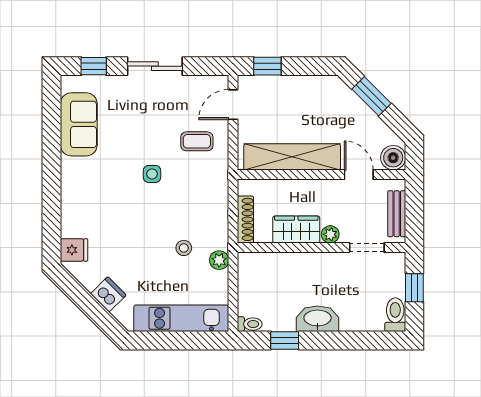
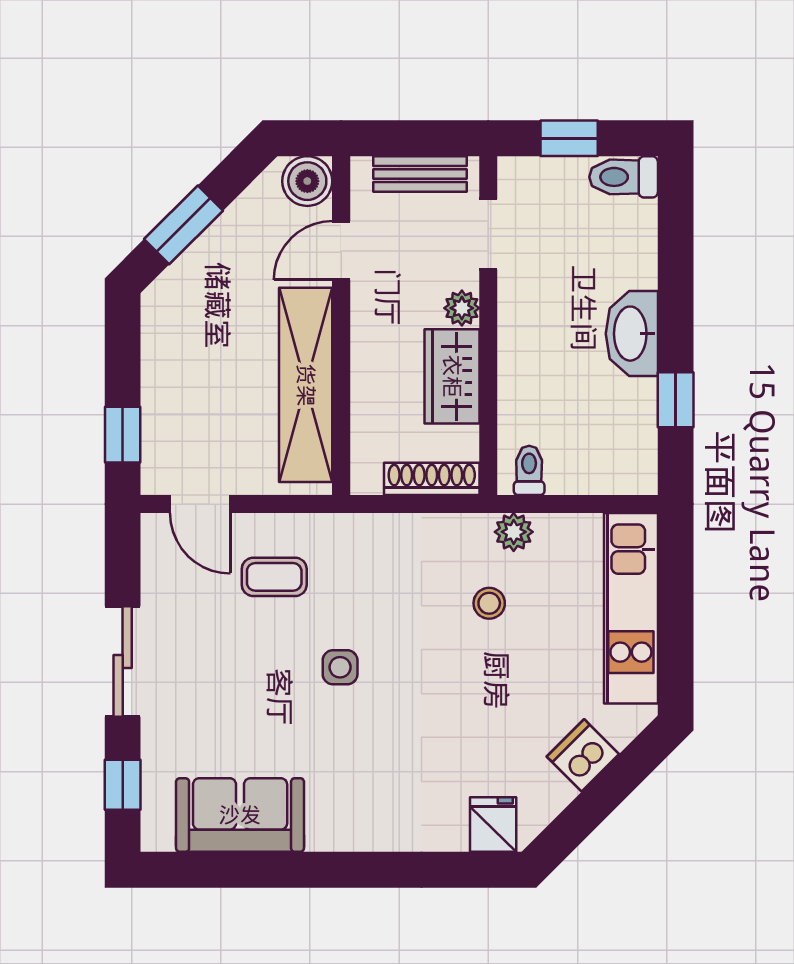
coffee table: (197, 141) -> (274, 577), turned 90
toilet: (250, 324) -> (529, 470), moved

